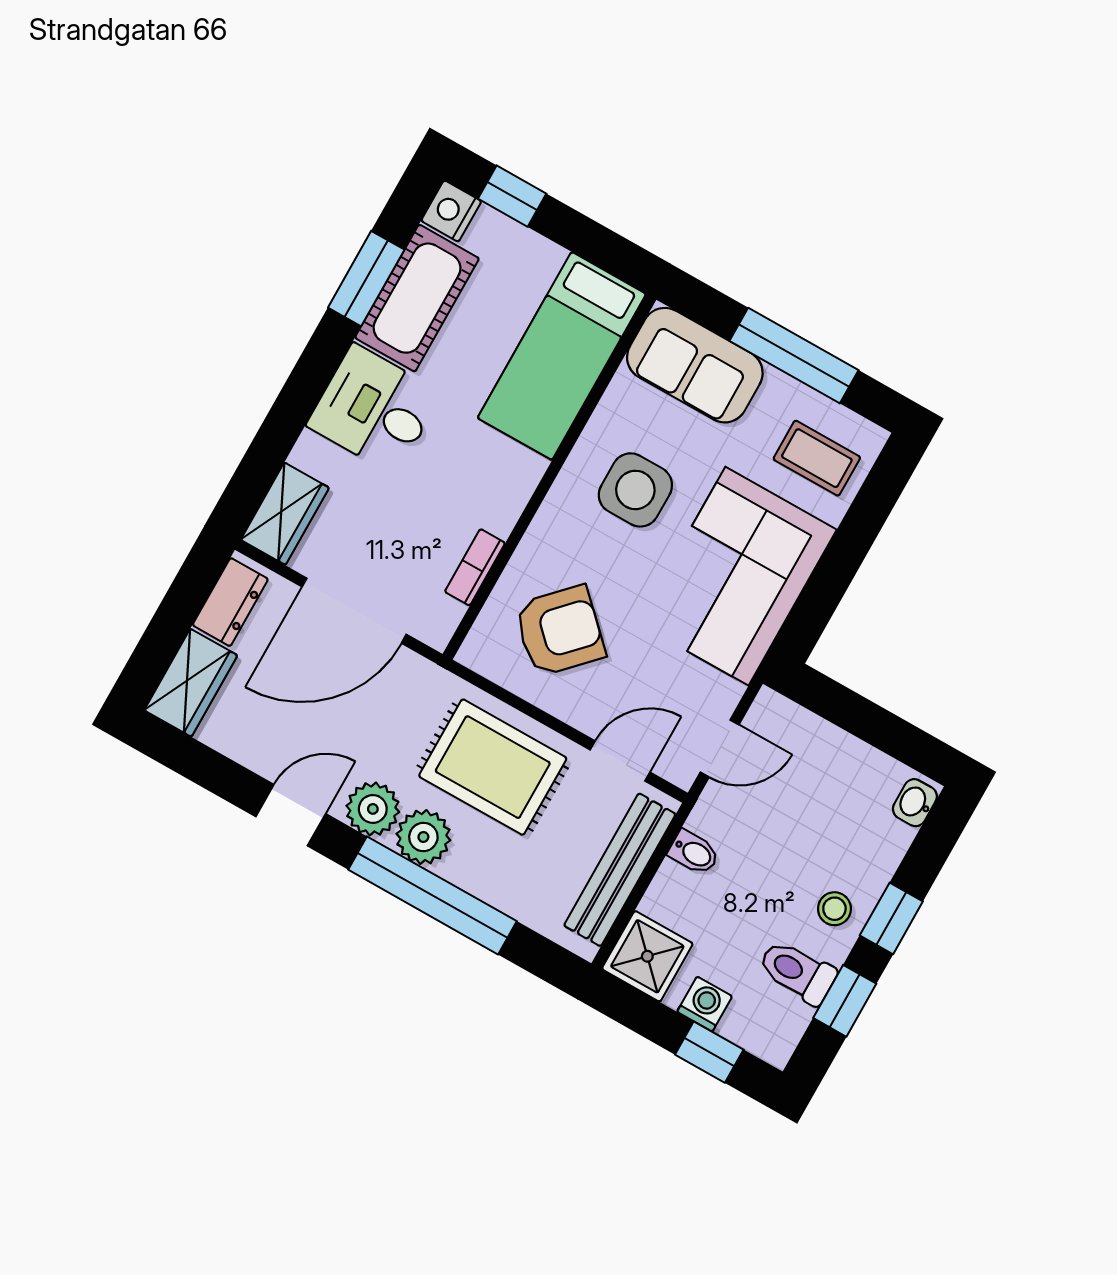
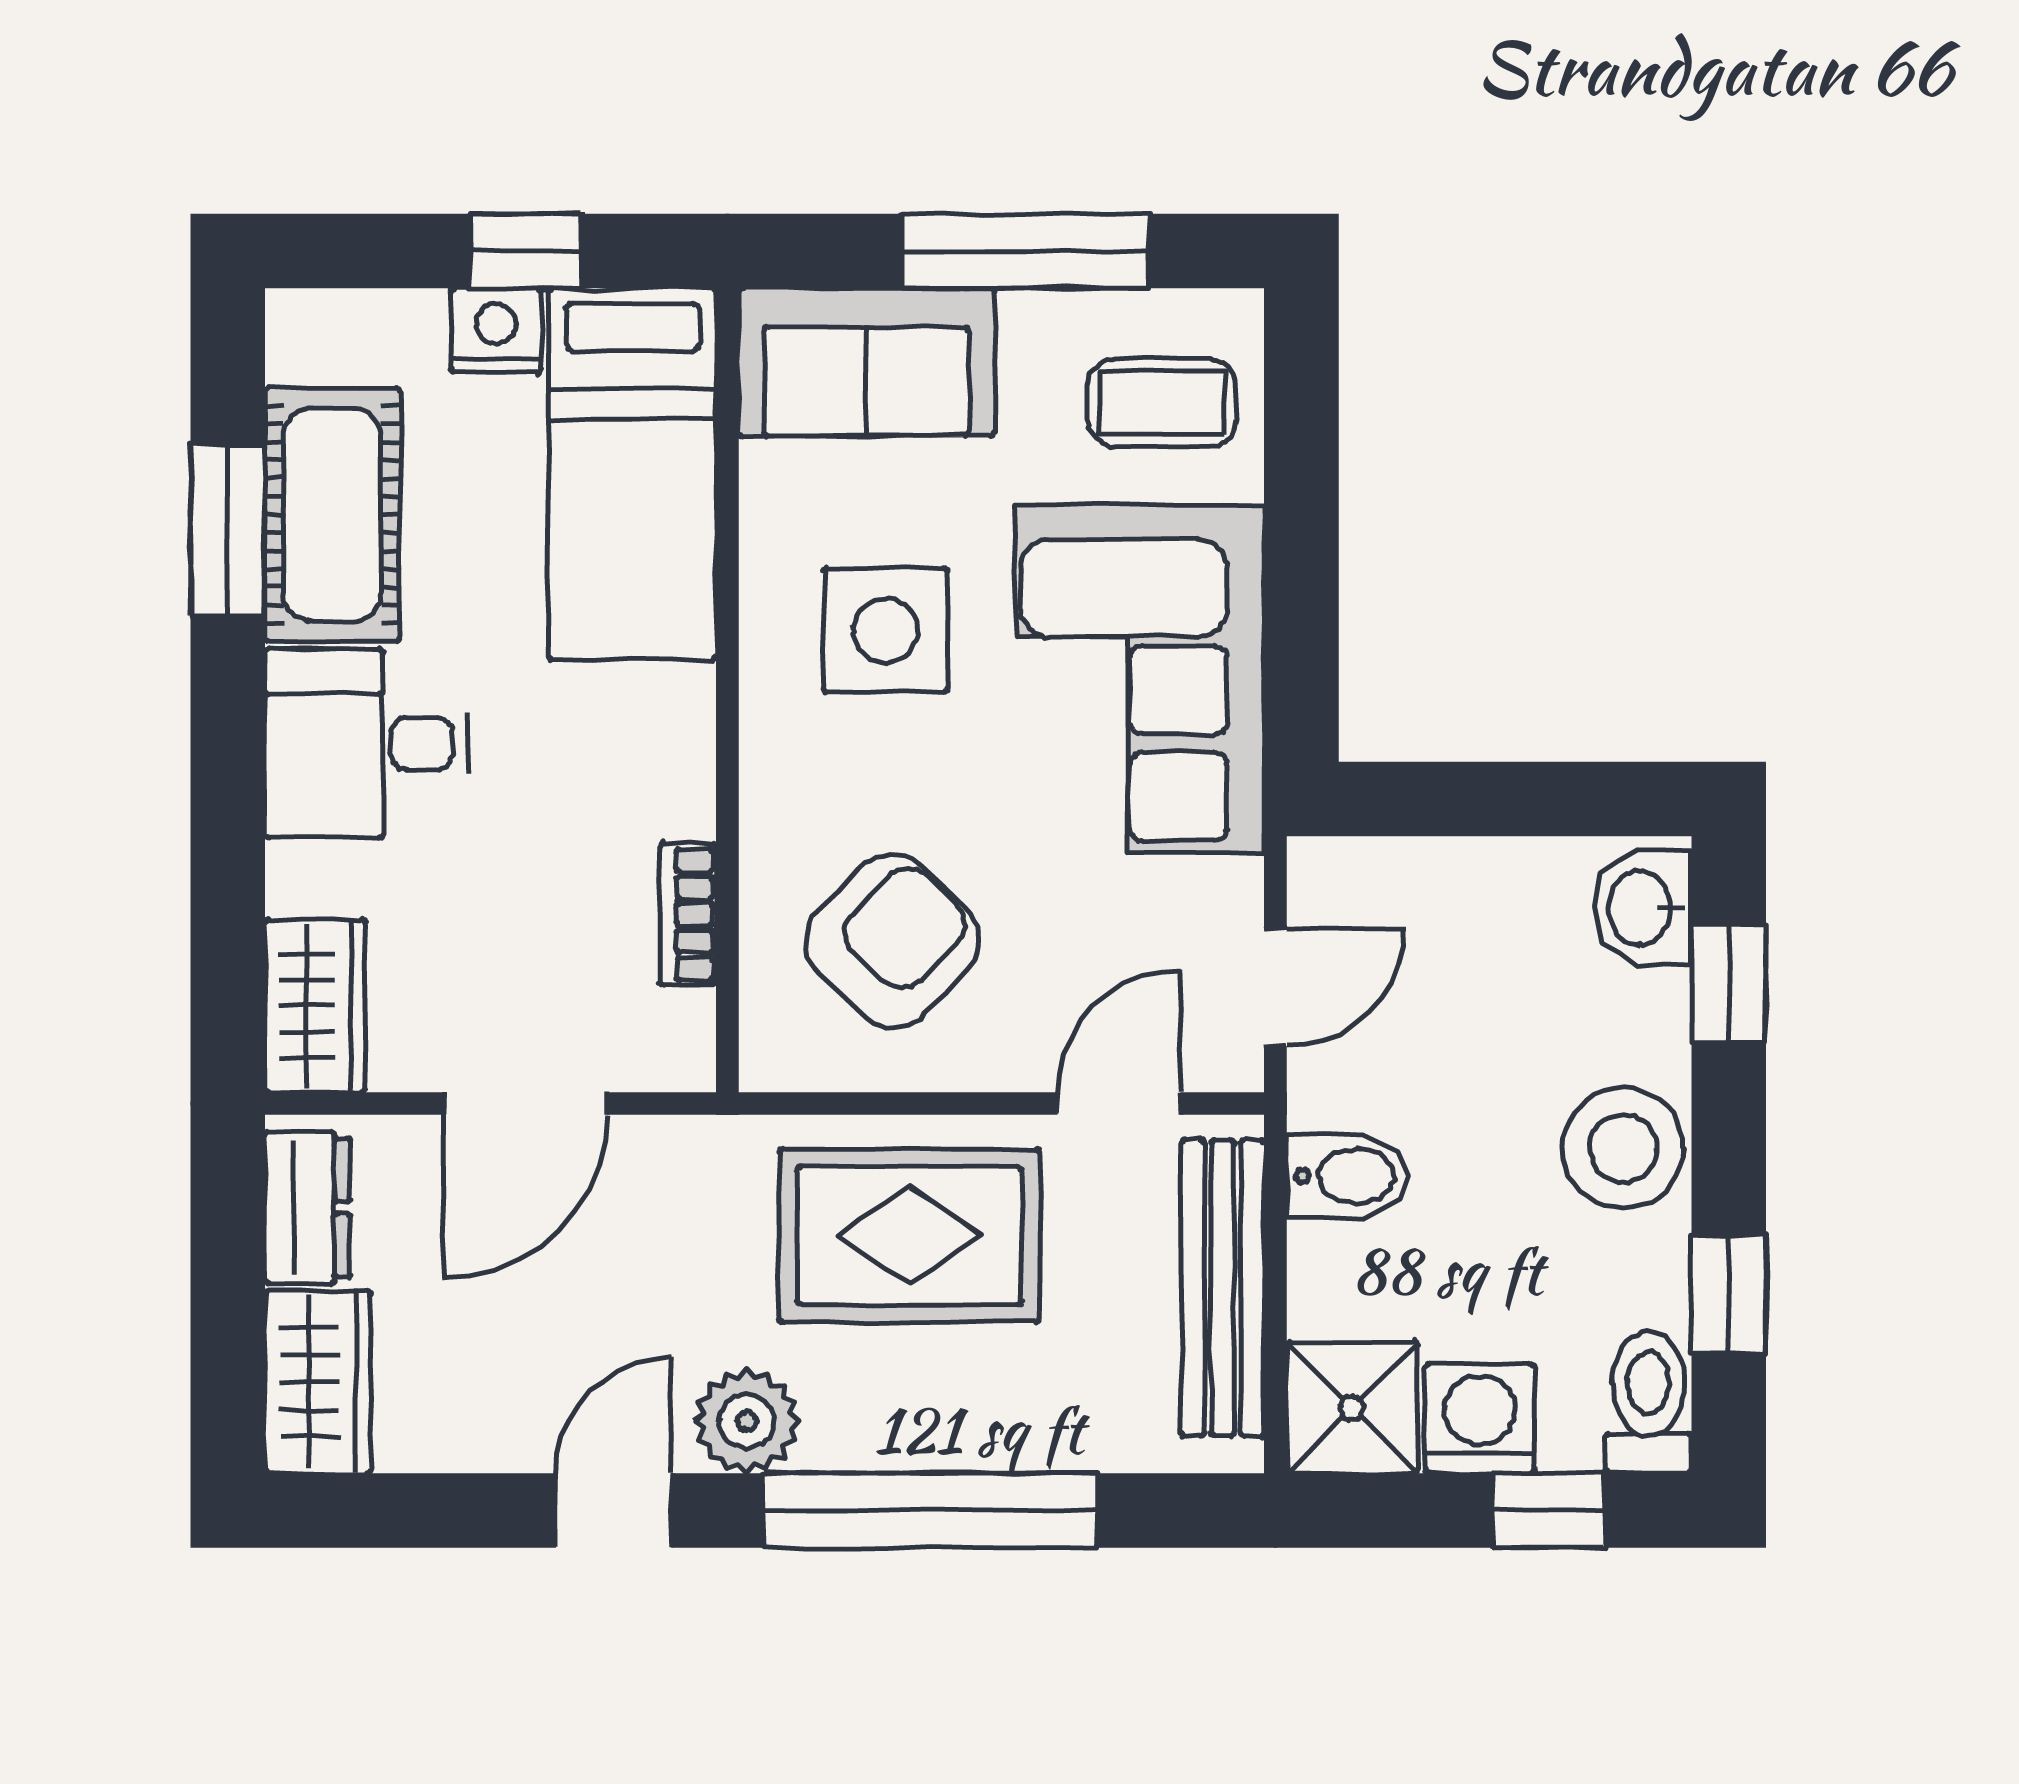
window: (512, 196) -> (525, 251), moved
nightstand: (451, 211) -> (496, 330), moved, turned 90
door: (354, 611) -> (525, 1104), width x0.73
washbasin: (915, 803) -> (1643, 908), width x1.38, depth x1.45
plant: (423, 837) -> (859, 1420), removed
bidet: (694, 853) -> (1348, 1176), width x1.38, depth x1.36
stool: (834, 909) -> (1623, 1148), width x1.89, depth x1.89
window: (891, 918) -> (1729, 984), moved
toilet: (797, 972) -> (1648, 1402), moved, turned 90
washing machine: (705, 1004) -> (1480, 1419), width x1.38, depth x1.38

